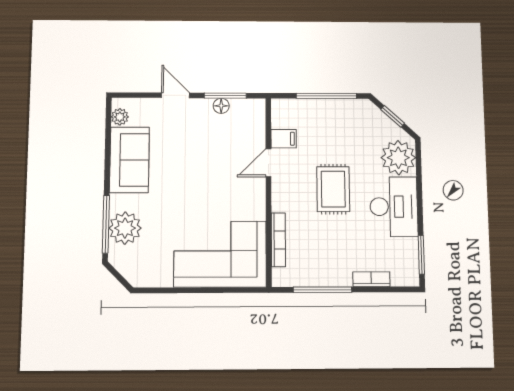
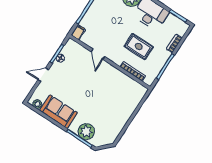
filing cabinet: (284, 139) -> (78, 32), moved
rug: (333, 189) -> (139, 47), moved
corner sofa: (220, 254) -> (123, 99), removed

